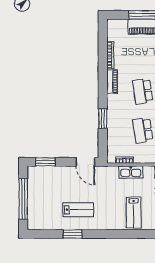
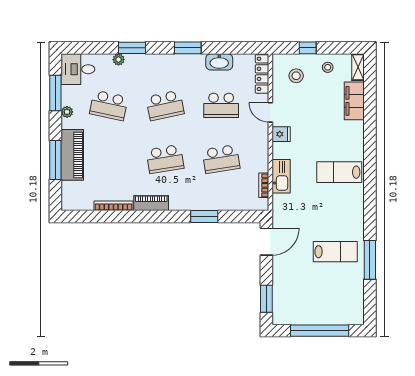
lab bench: (78, 210) -> (335, 252), turned 90
lab bench: (134, 213) -> (339, 172), turned 180
window: (73, 234) -> (370, 260), width x1.44

